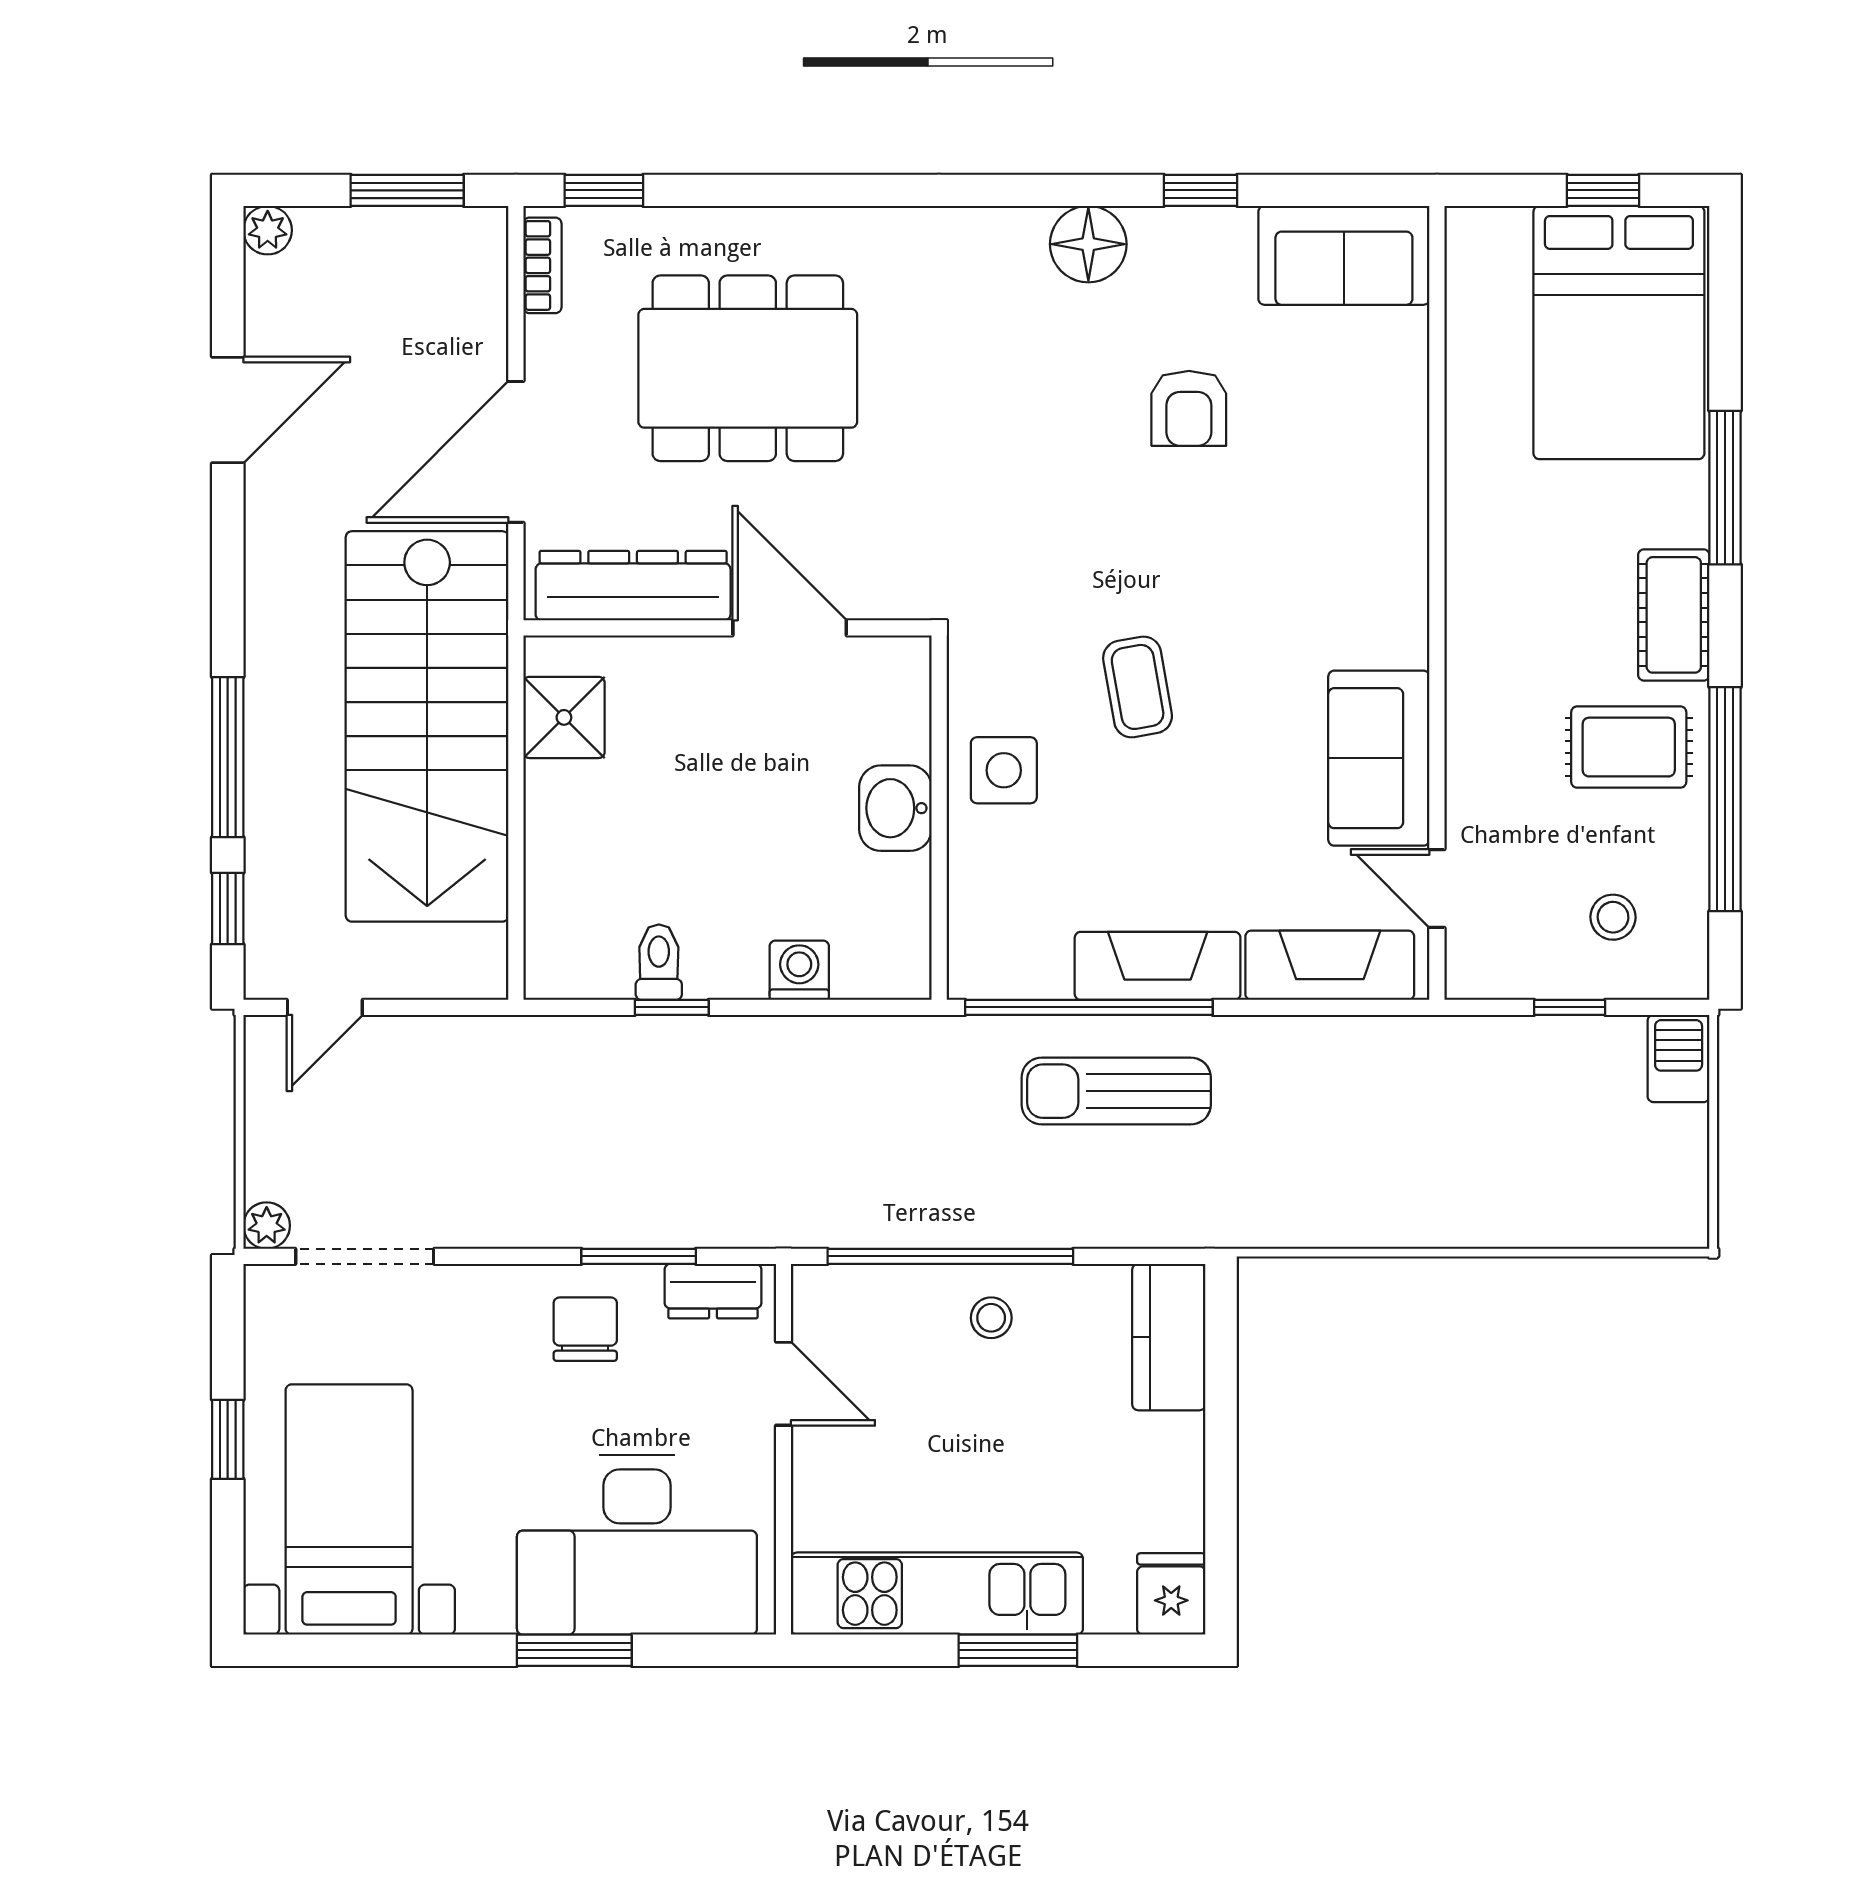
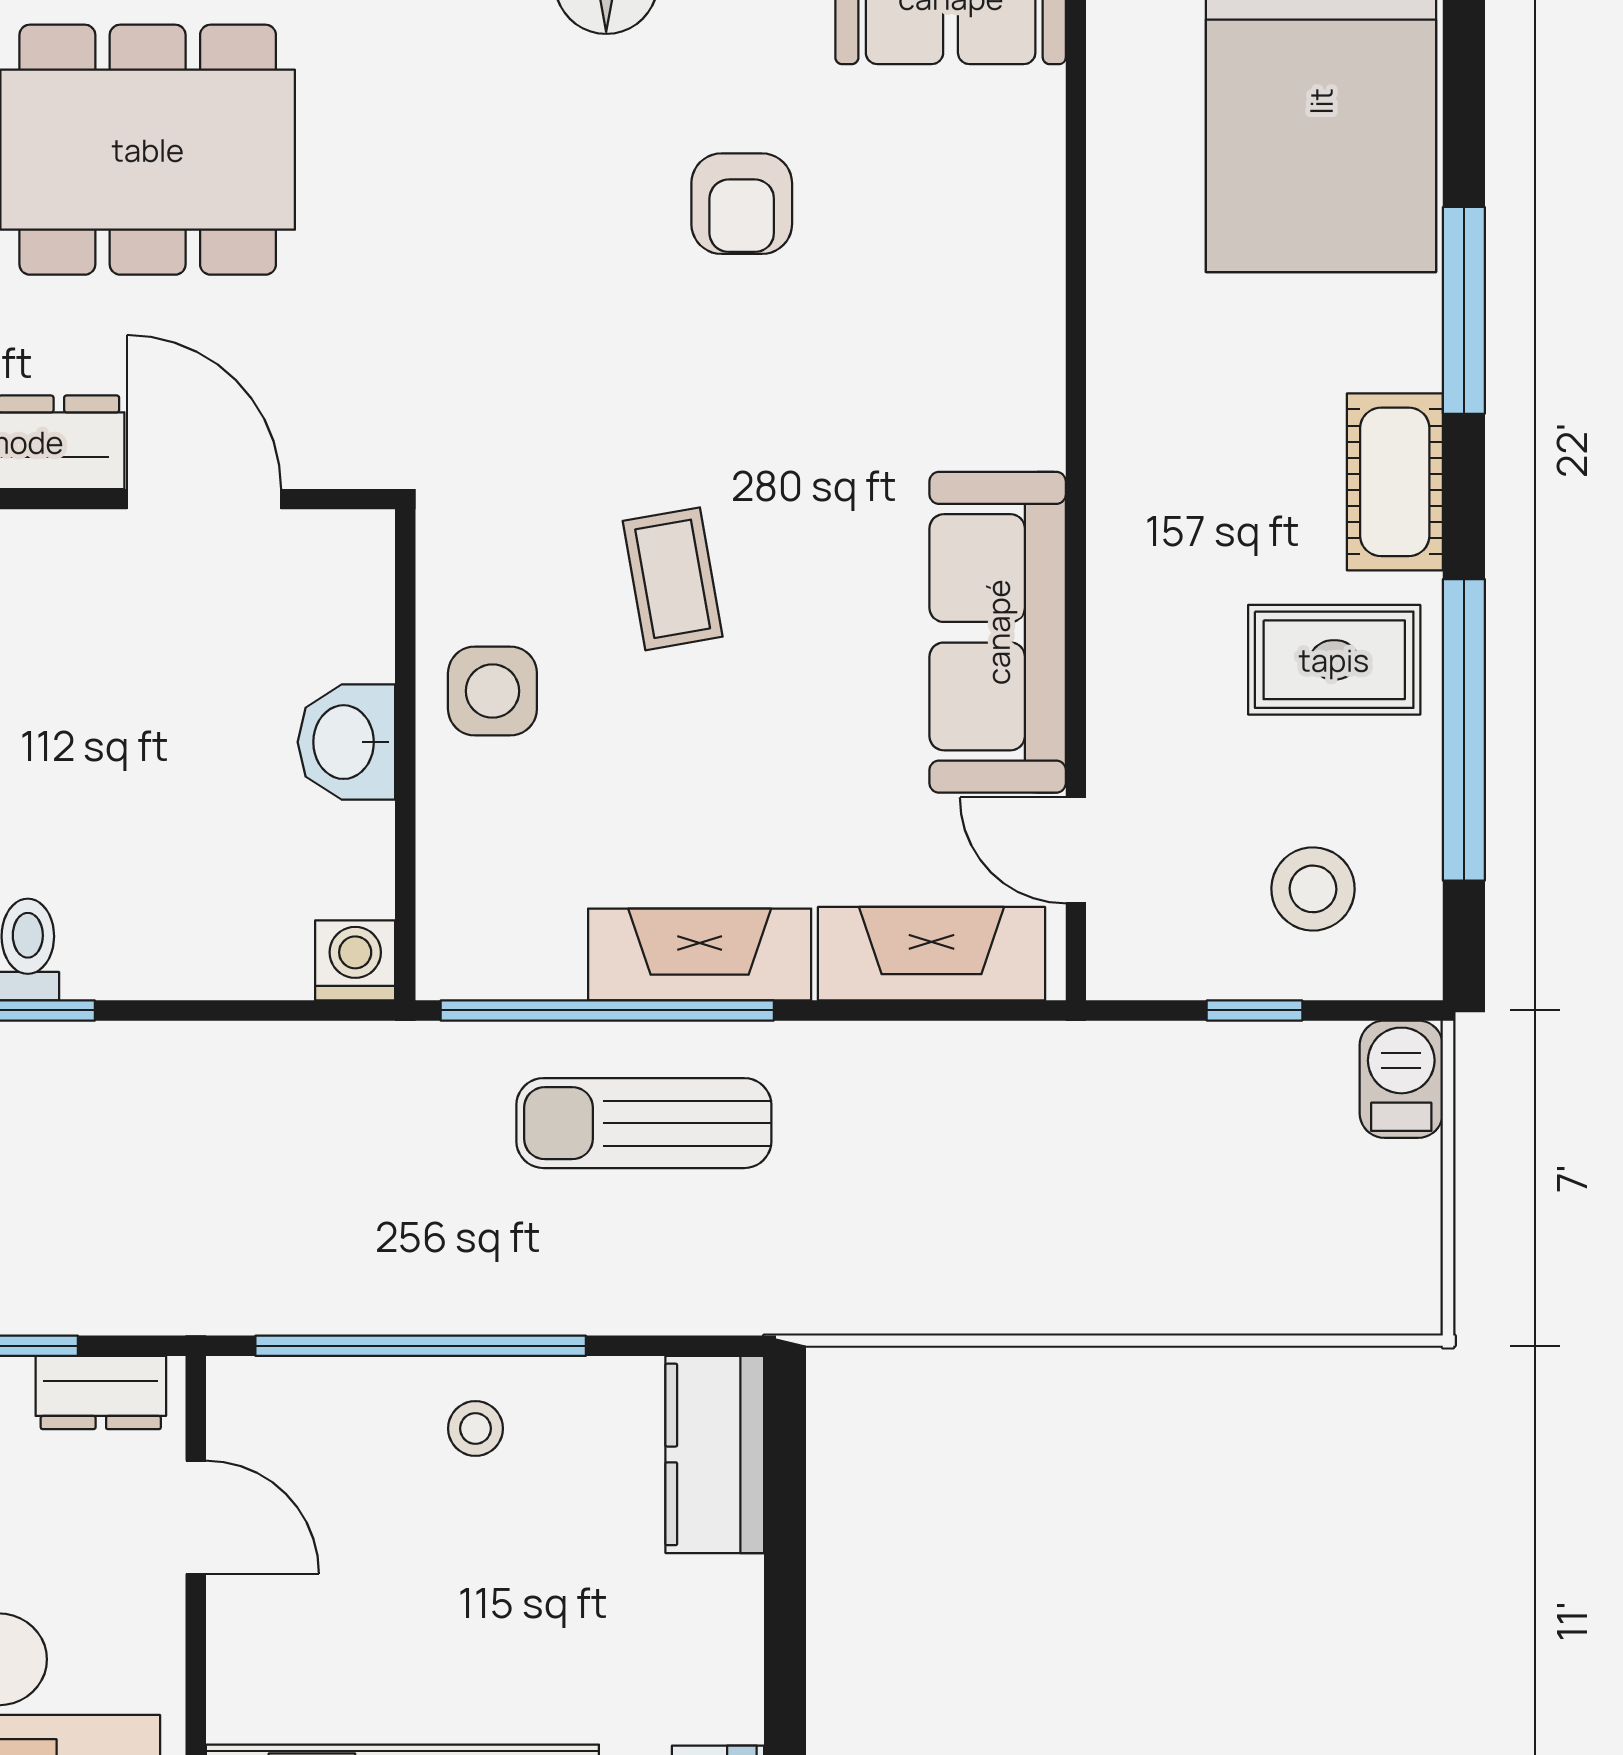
sofa: (1379, 758) -> (998, 632), width x1.36
stool: (1613, 917) -> (1313, 889), width x1.37, depth x1.37
washing machine: (799, 970) -> (355, 960), moved

